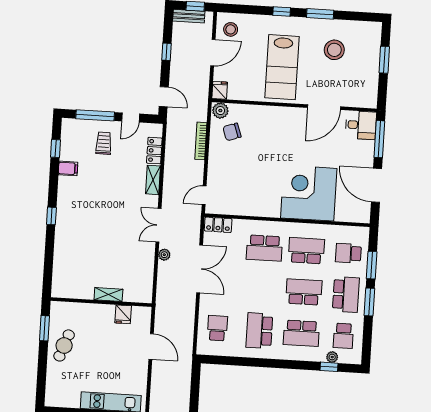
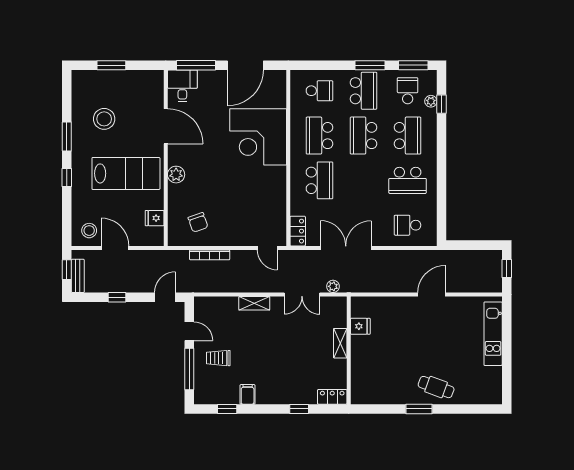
fridge: (220, 90) -> (155, 218), moved
plant: (220, 111) -> (176, 175), moved
locker: (154, 151) -> (332, 397), moved, turned 180
school desk: (348, 253) -> (319, 91), turned -90
window: (372, 265) -> (413, 65), moved
school desk: (346, 294) -> (363, 91), turned 90
shelving: (108, 295) -> (340, 343), moved
wall: (101, 302) -> (349, 350), moved
fridge: (123, 314) -> (360, 326), moved
school desk: (343, 336) -> (408, 91), turned -90

